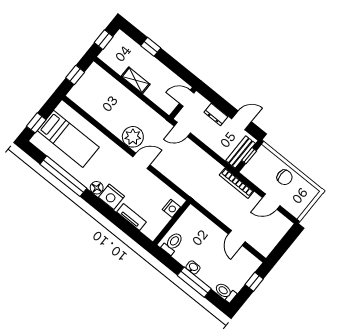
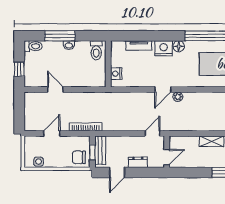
plant: (133, 137) -> (178, 97), width x0.53, depth x0.53
chair: (285, 177) -> (79, 157), moved
side table: (303, 186) -> (39, 162), added

